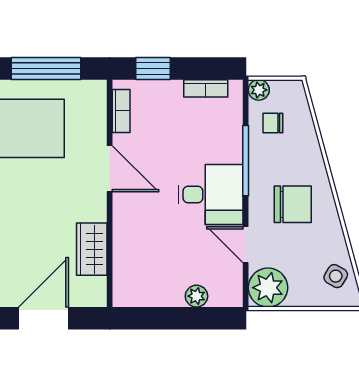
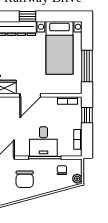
plant: (259, 90) -> (77, 179), moved
door: (110, 169) -> (30, 95), moved
desk: (210, 195) -> (43, 141), moved

